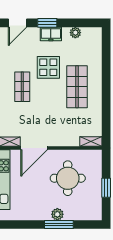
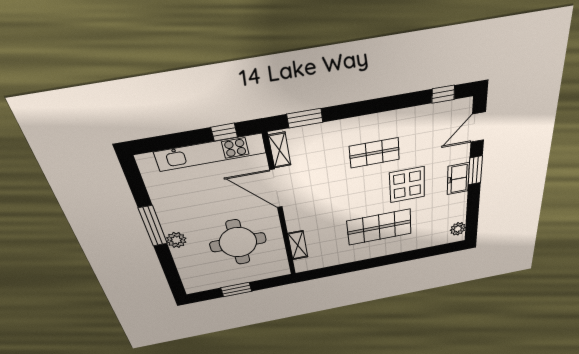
door: (17, 23) -> (478, 127), hinge flipped
plant: (75, 33) -> (458, 229), moved
shelving: (91, 141) -> (298, 245), moved
window: (59, 224) -> (153, 226), moved

